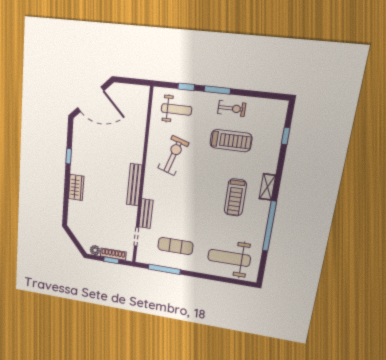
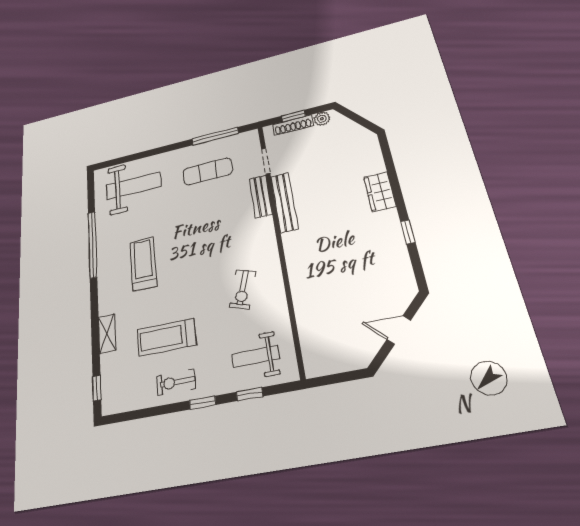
window: (217, 90) -> (203, 403), width x0.67
door: (91, 99) -> (399, 330), width x0.53
window: (286, 136) -> (97, 388), moved
exercise bike: (173, 156) -> (243, 289), width x0.73, depth x0.72
bench: (134, 185) -> (284, 202), moved
shelving: (267, 187) -> (107, 334), moved

